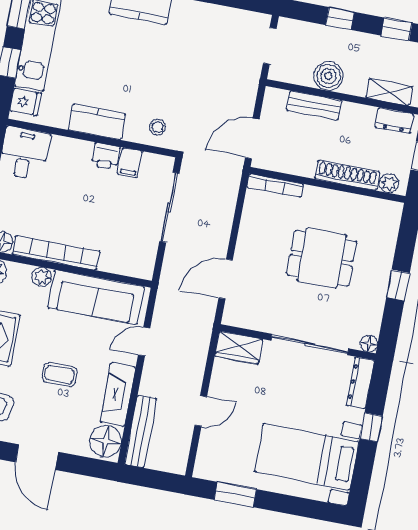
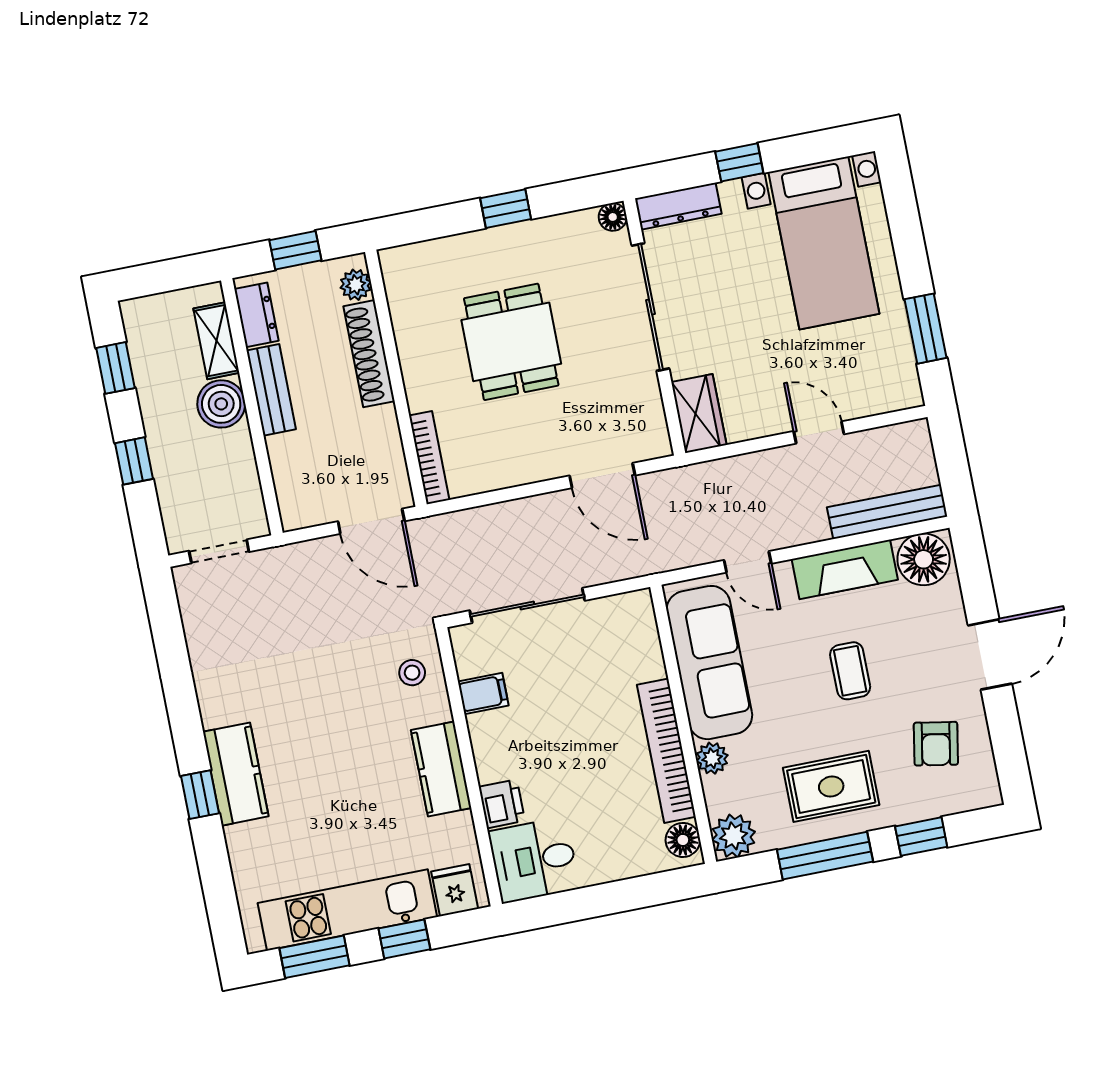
boiler: (329, 76) -> (221, 404), moved
bench: (314, 105) -> (271, 390), moved
printer: (106, 156) -> (502, 804), moved

